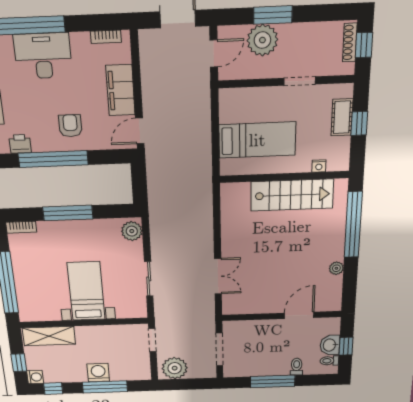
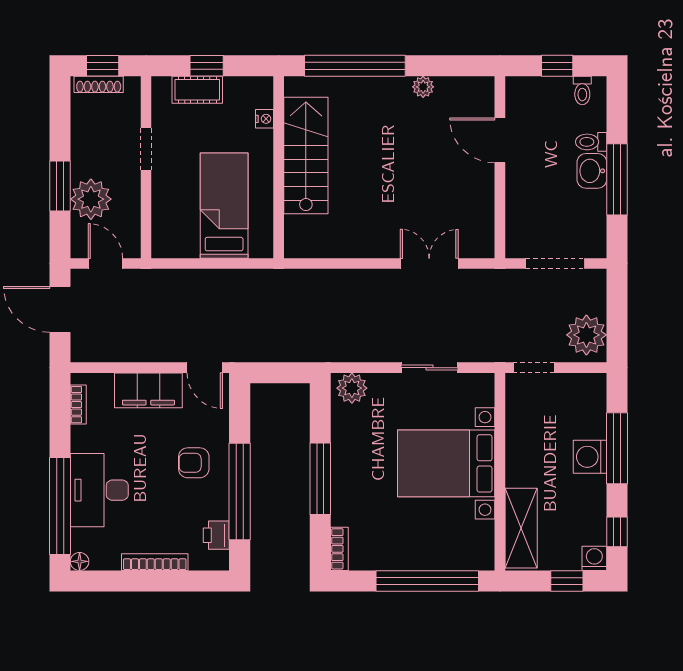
bed with nightstands: (86, 291) -> (446, 463), width x1.36
washbasin: (330, 345) -> (592, 171), moved, turned 90

